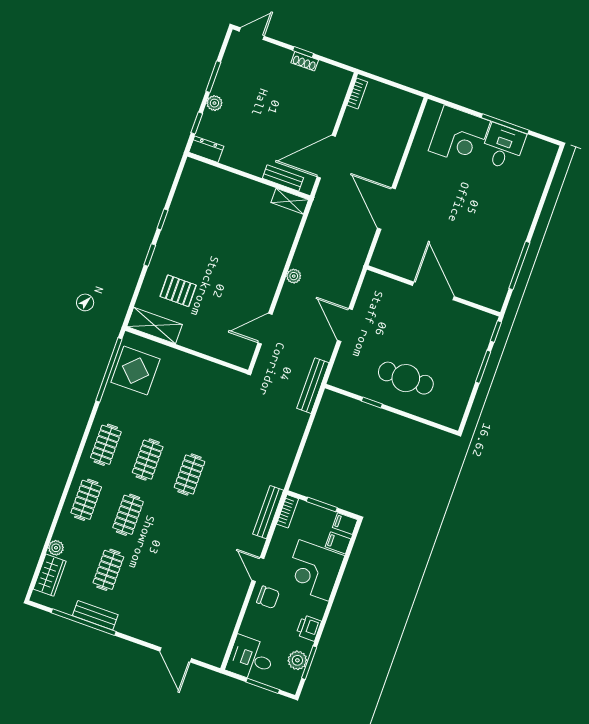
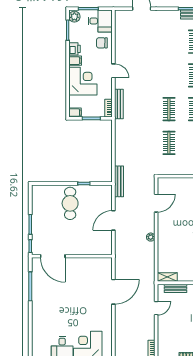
door: (326, 157) -> (156, 308), width x0.53
door: (386, 209) -> (113, 292), hinge flipped
door: (433, 291) -> (53, 256), moved
door: (345, 325) -> (113, 220), swing flipped
cafe table: (406, 378) -> (70, 203), turned 90
clothes rail: (209, 419) -> (169, 143), added
filing cabinet: (338, 543) -> (75, 61), moved
chair: (268, 597) -> (102, 43), moved
plant: (297, 660) -> (74, 17), moved

